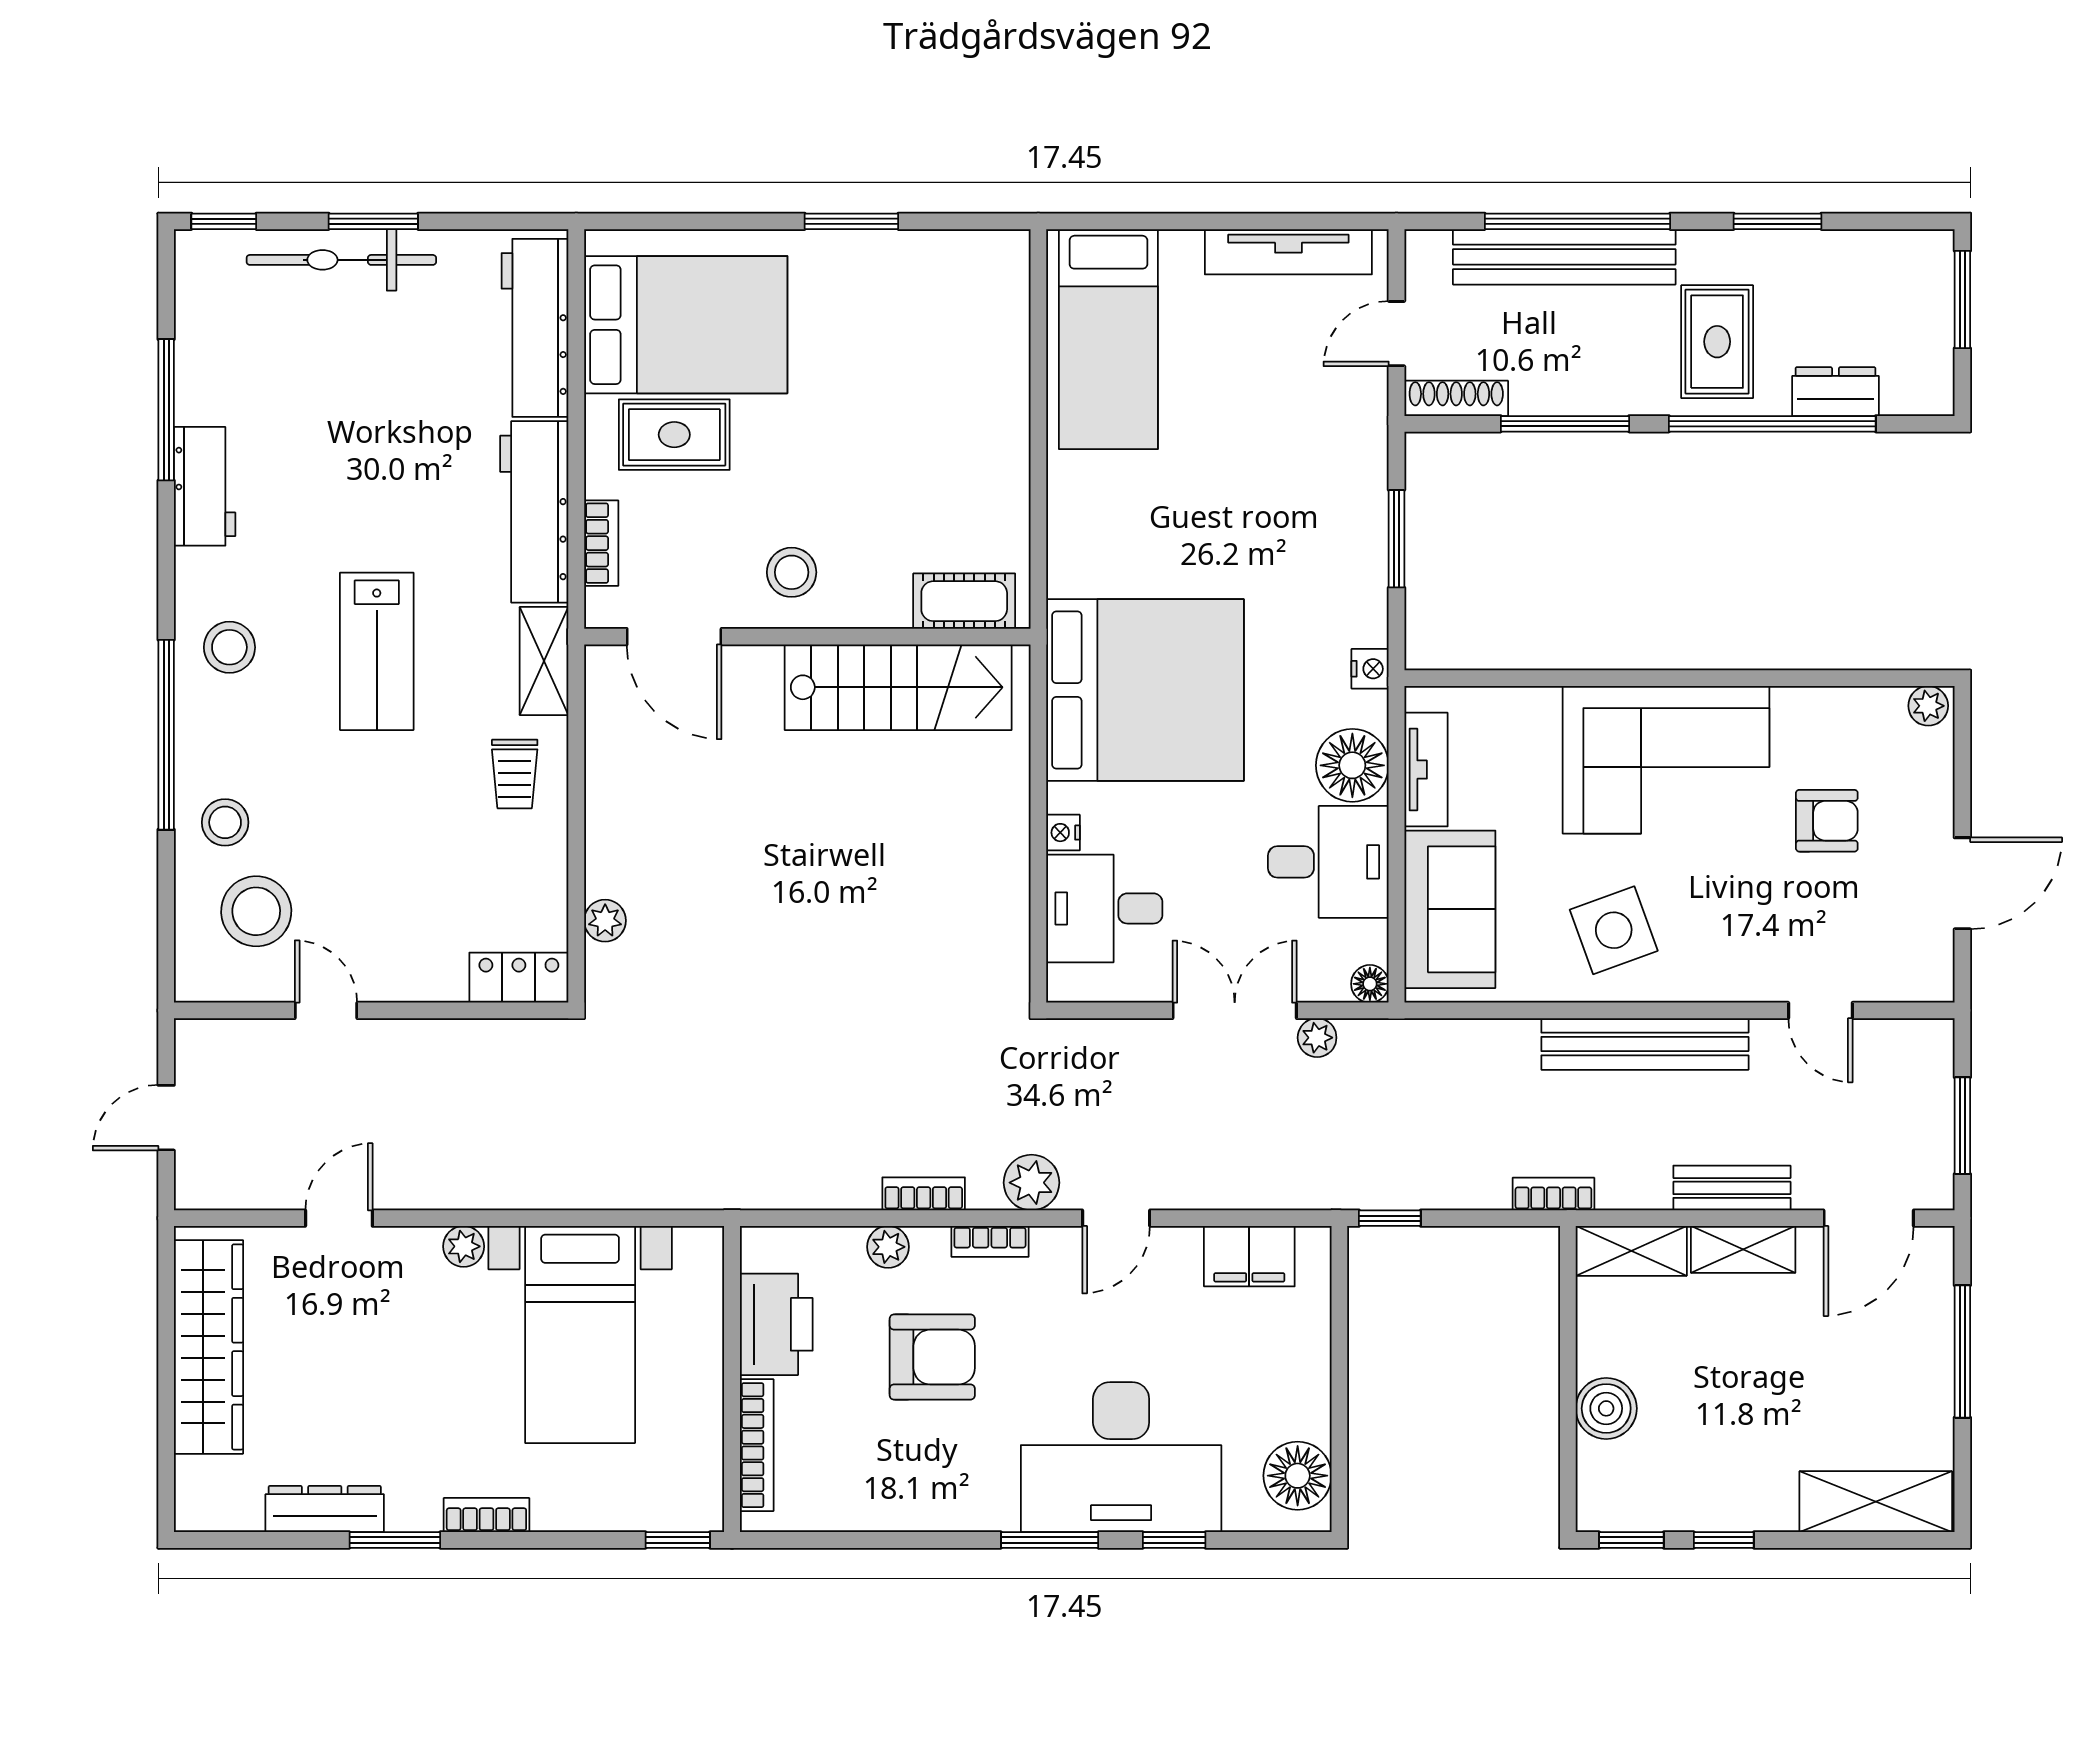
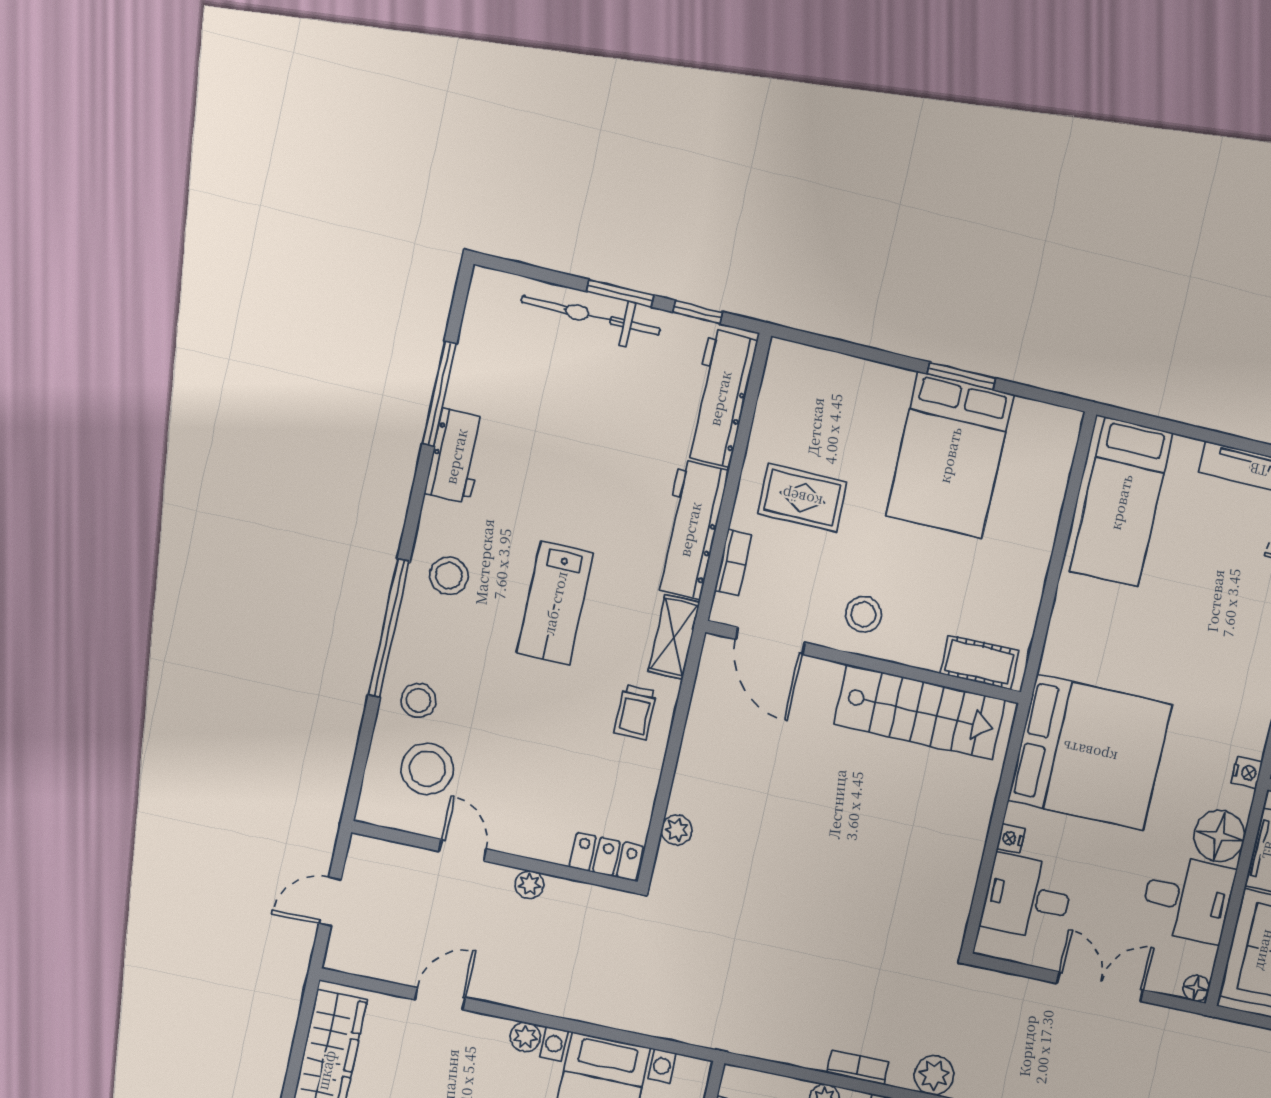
window: (224, 221) -> (698, 312), moved
bed: (686, 325) -> (950, 455), moved, turned 90
plant: (1317, 1038) -> (529, 885), moved

